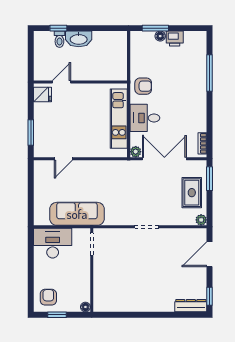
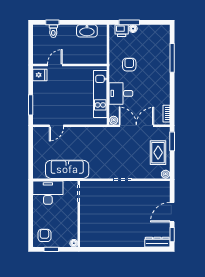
washbasin: (79, 39) -> (87, 31), moved
printer: (175, 39) -> (122, 31), moved
armchair: (143, 86) -> (129, 65), moved, turned -90
door: (210, 254) -> (172, 212), moved

